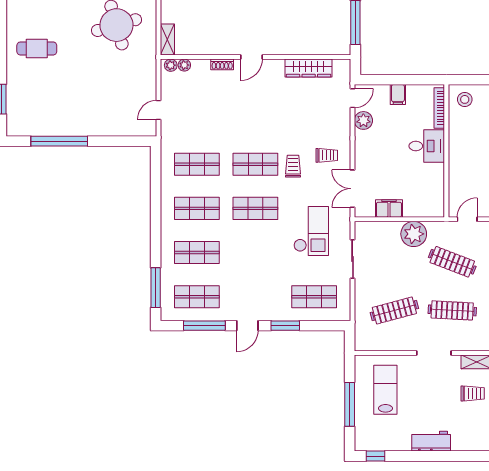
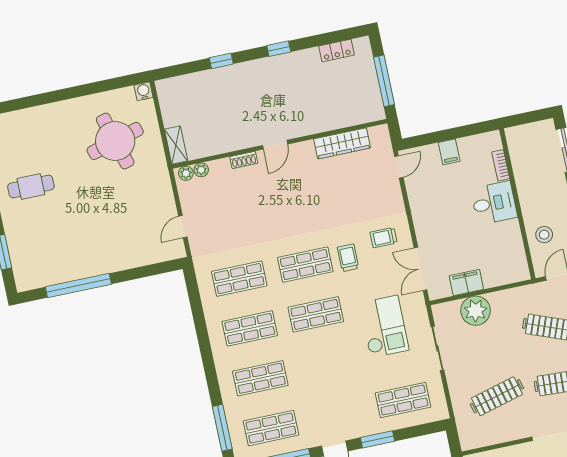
stool: (465, 99) -> (544, 235), moved
bookcase: (439, 108) -> (501, 165), width x0.64
plant: (363, 120) -> (416, 189), removed
trolley: (327, 155) -> (384, 238), turned 180
plant: (414, 234) -> (476, 311), moved

